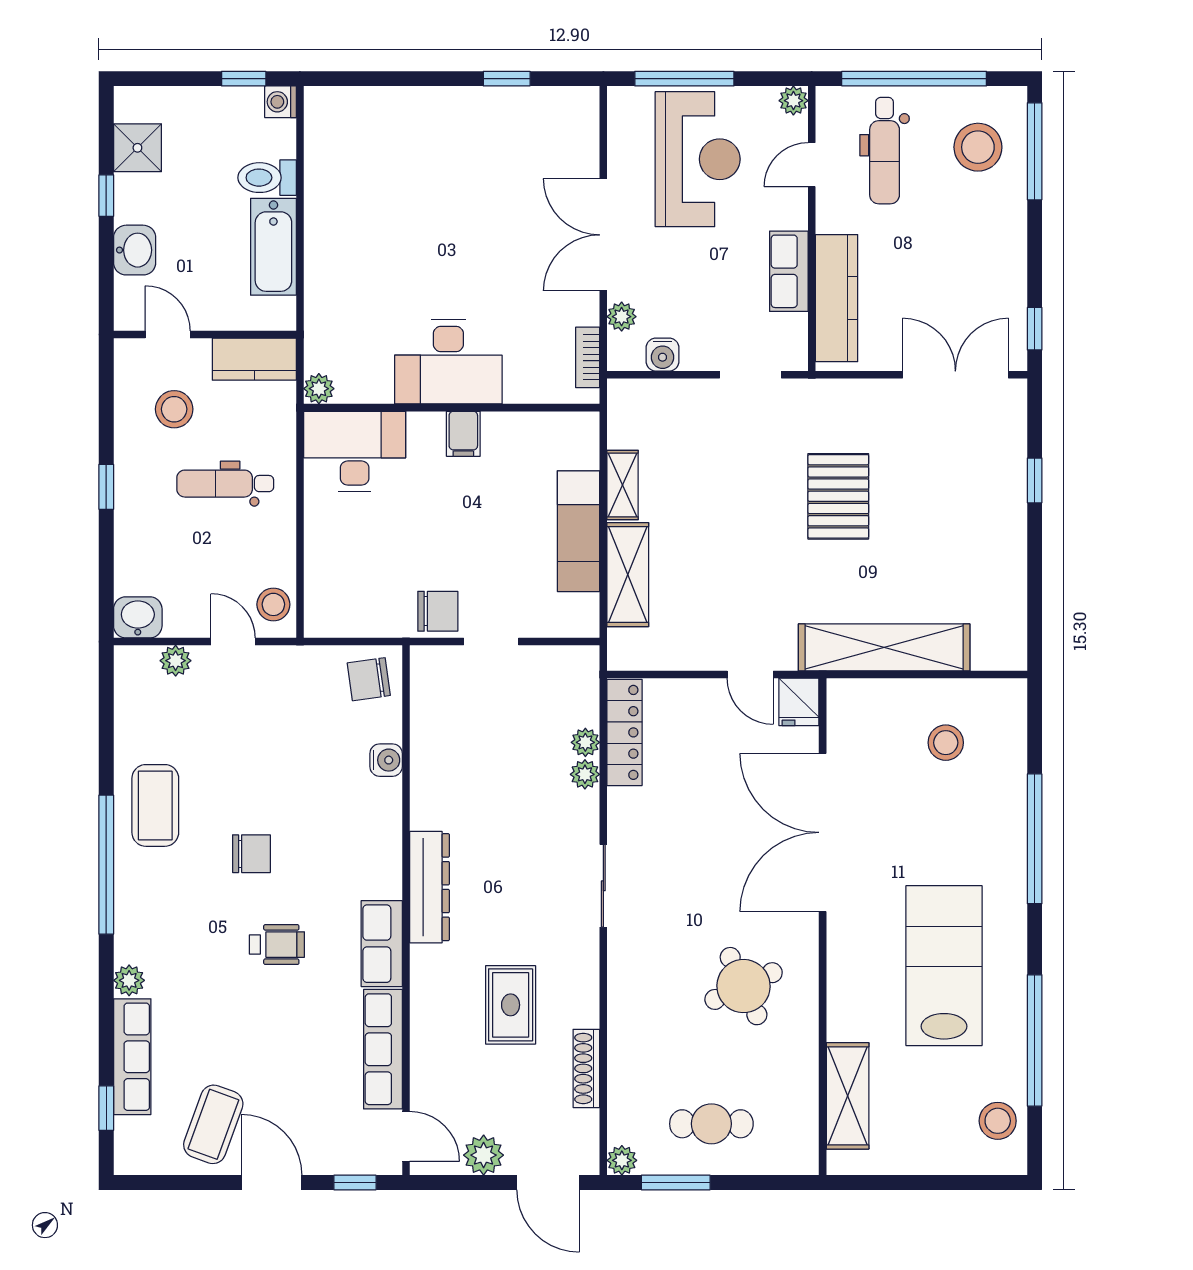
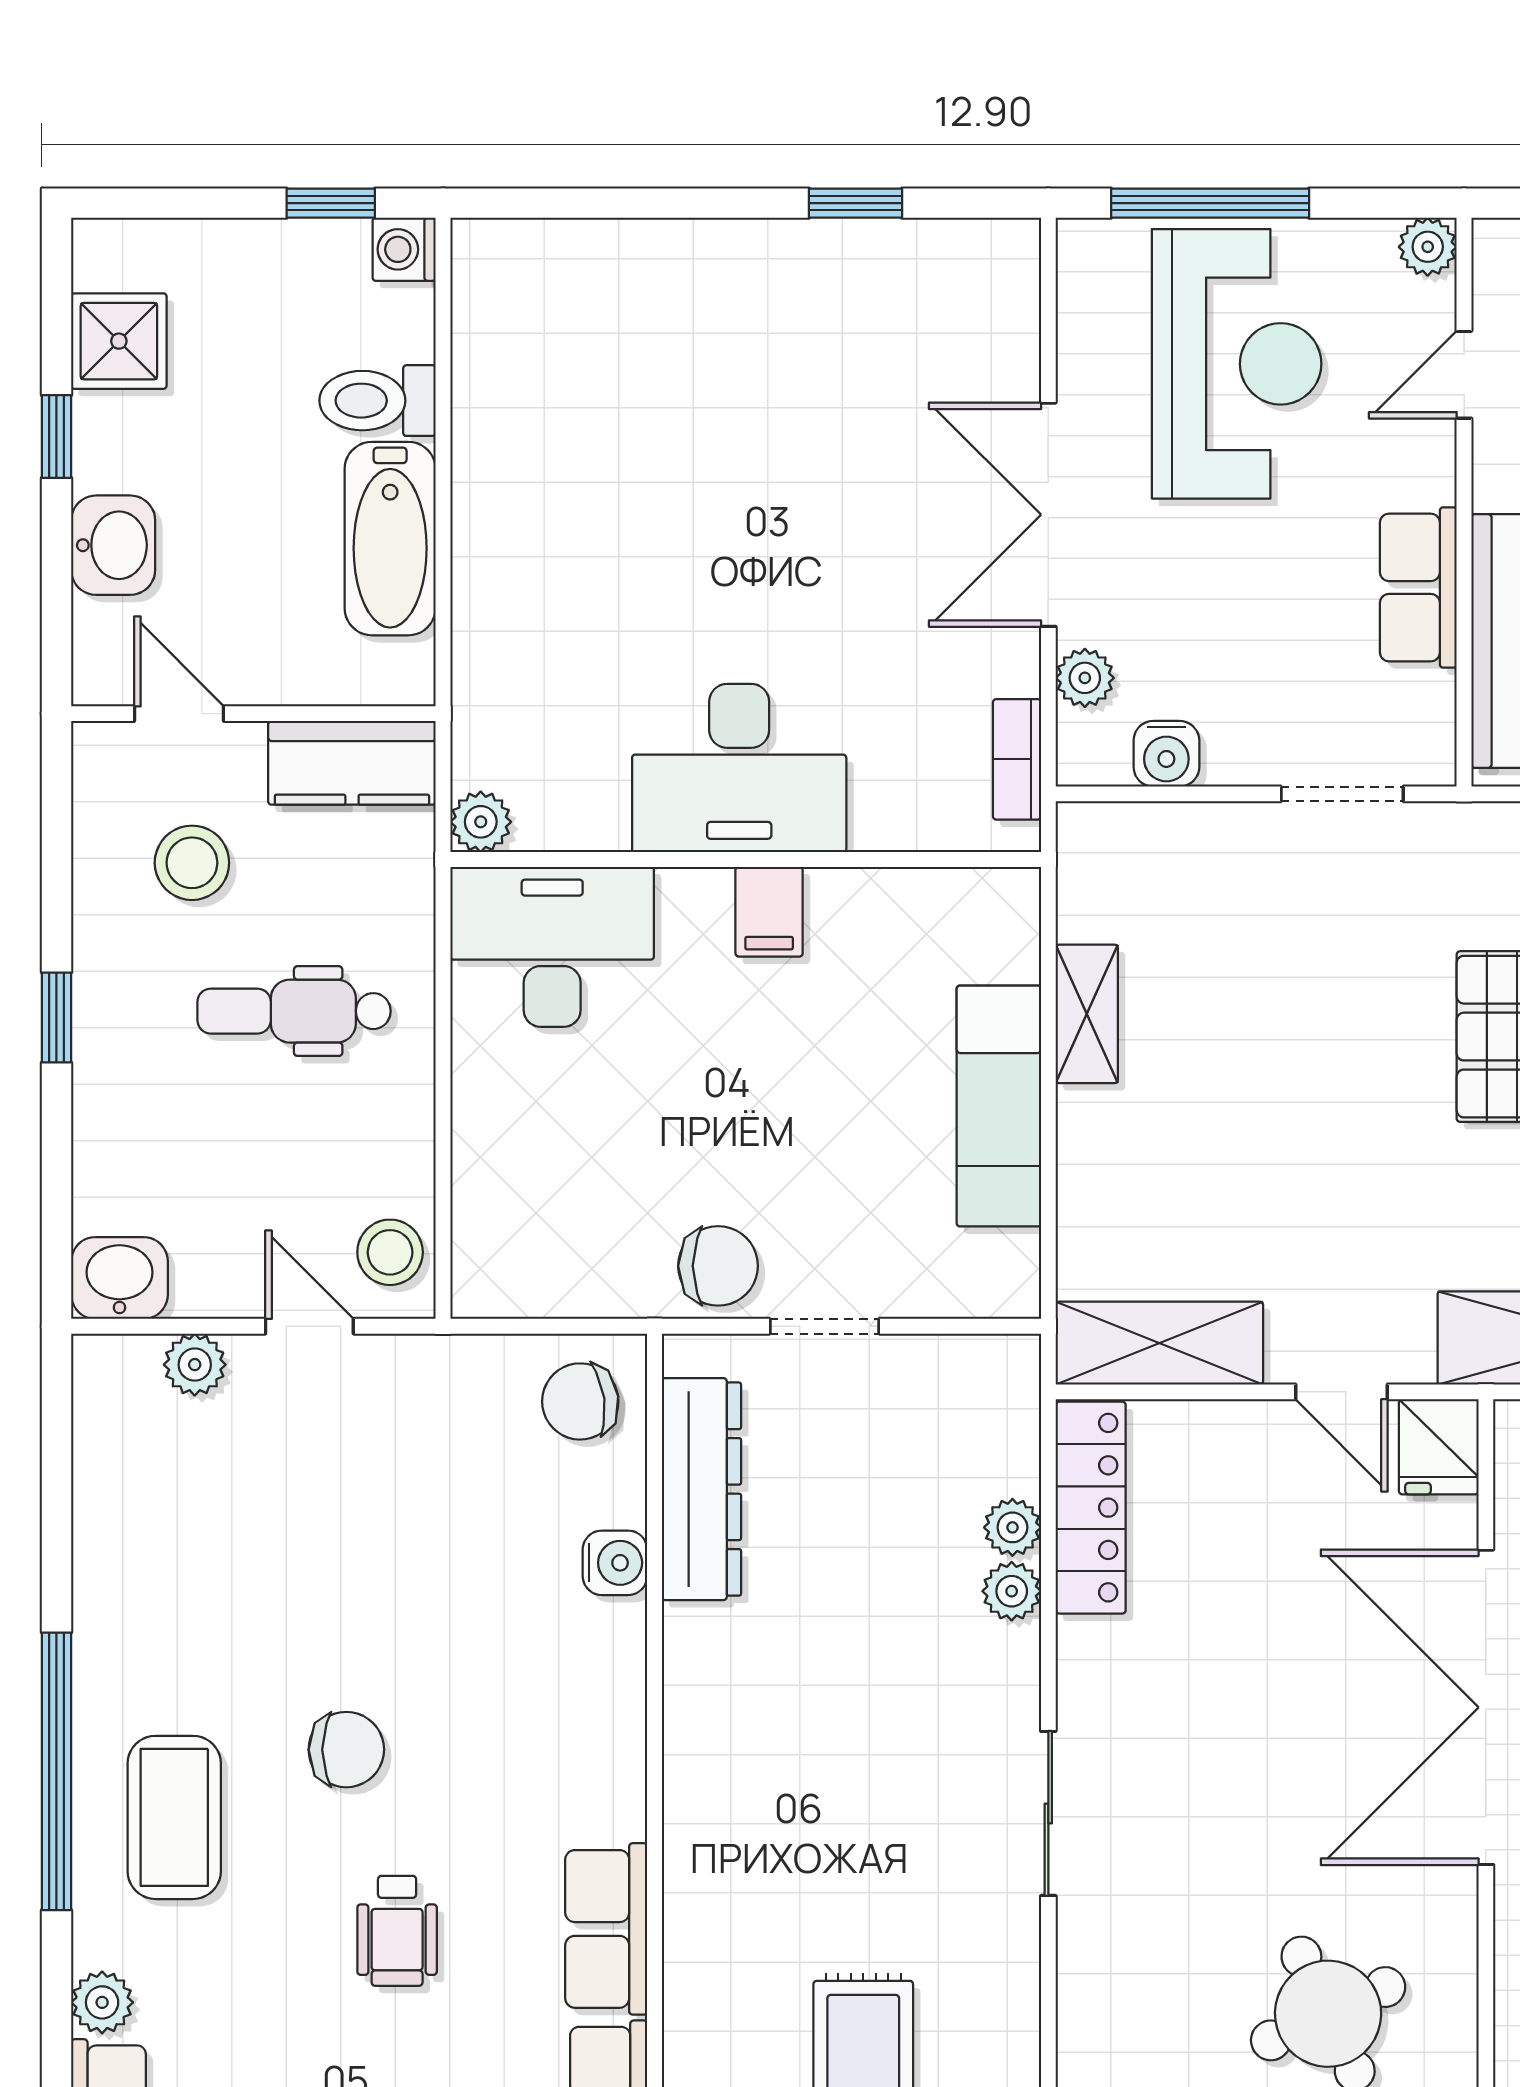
shelving: (628, 575) -> (1159, 1343), moved, turned 90
coffee table: (155, 805) -> (174, 1817), moved
dresser: (429, 887) -> (701, 1489), moved
wheelchair: (277, 945) -> (397, 1931), turned 90

